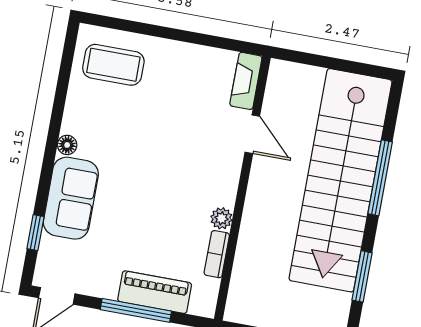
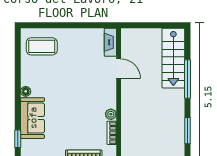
stairs: (340, 180) -> (173, 58), width x0.54, depth x0.66

